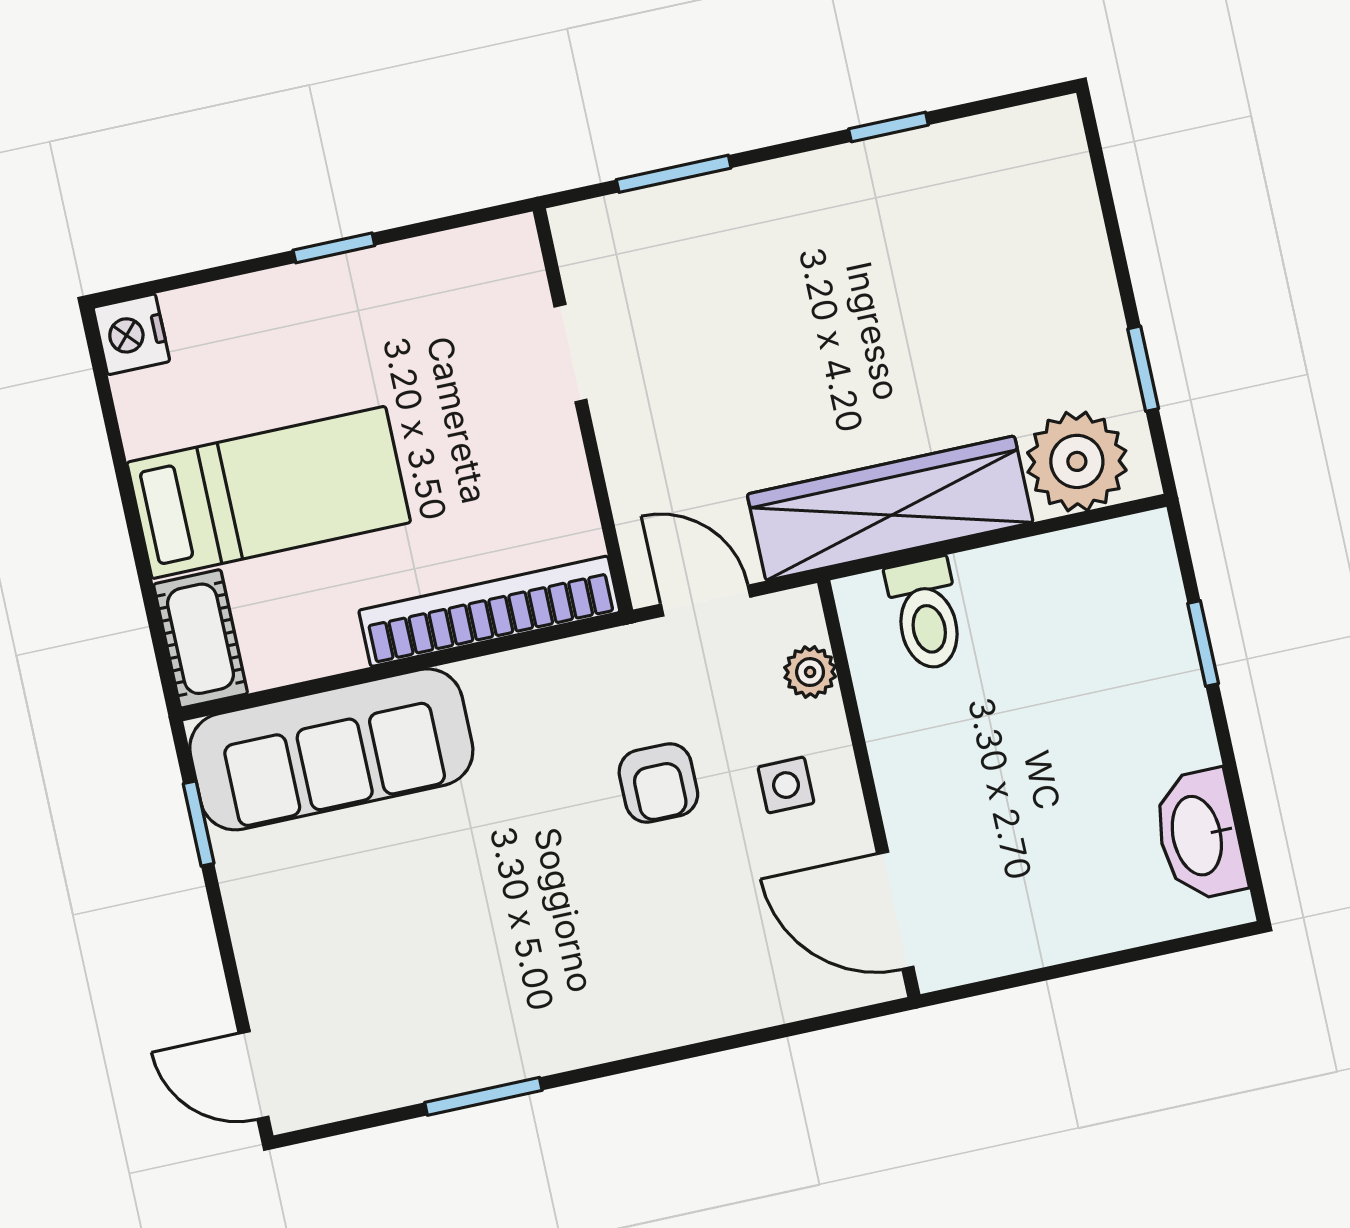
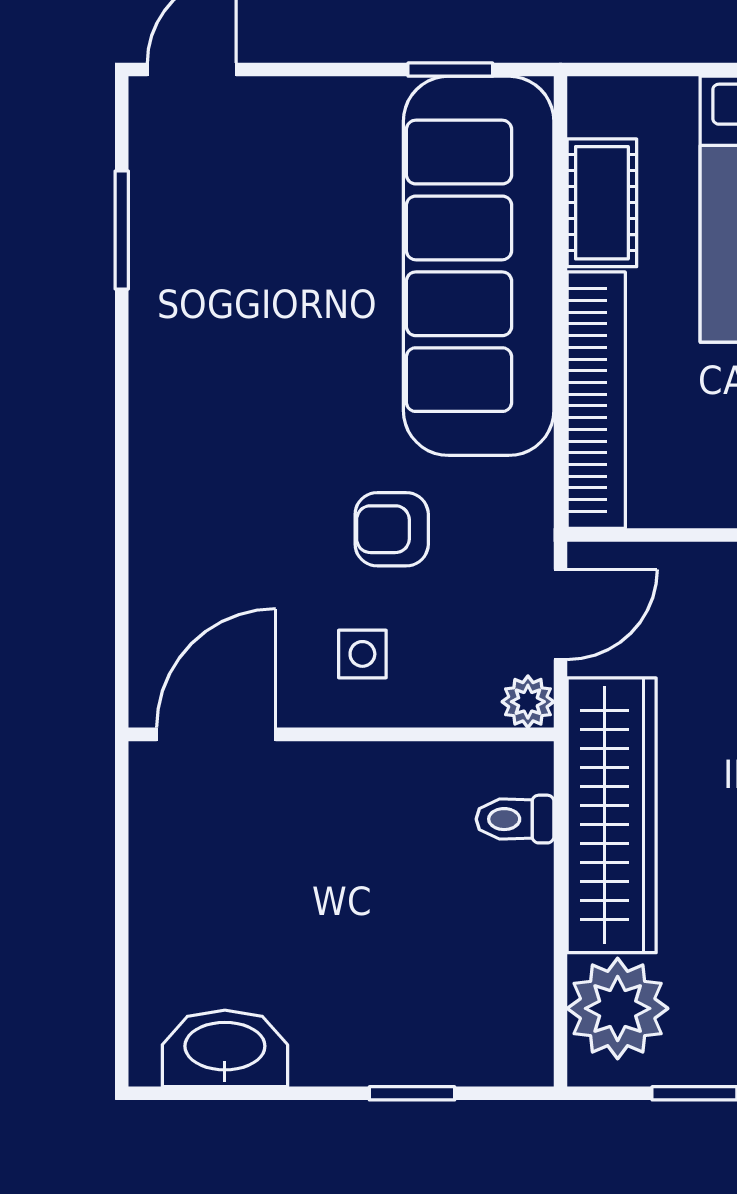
toilet: (926, 614) -> (515, 819), width x0.73, depth x0.72
cot: (201, 639) -> (602, 203), moved, turned 90
plant: (810, 672) -> (528, 702), moved
sofa: (331, 749) -> (479, 266), width x1.36, depth x1.27
window: (483, 1096) -> (122, 230), moved

